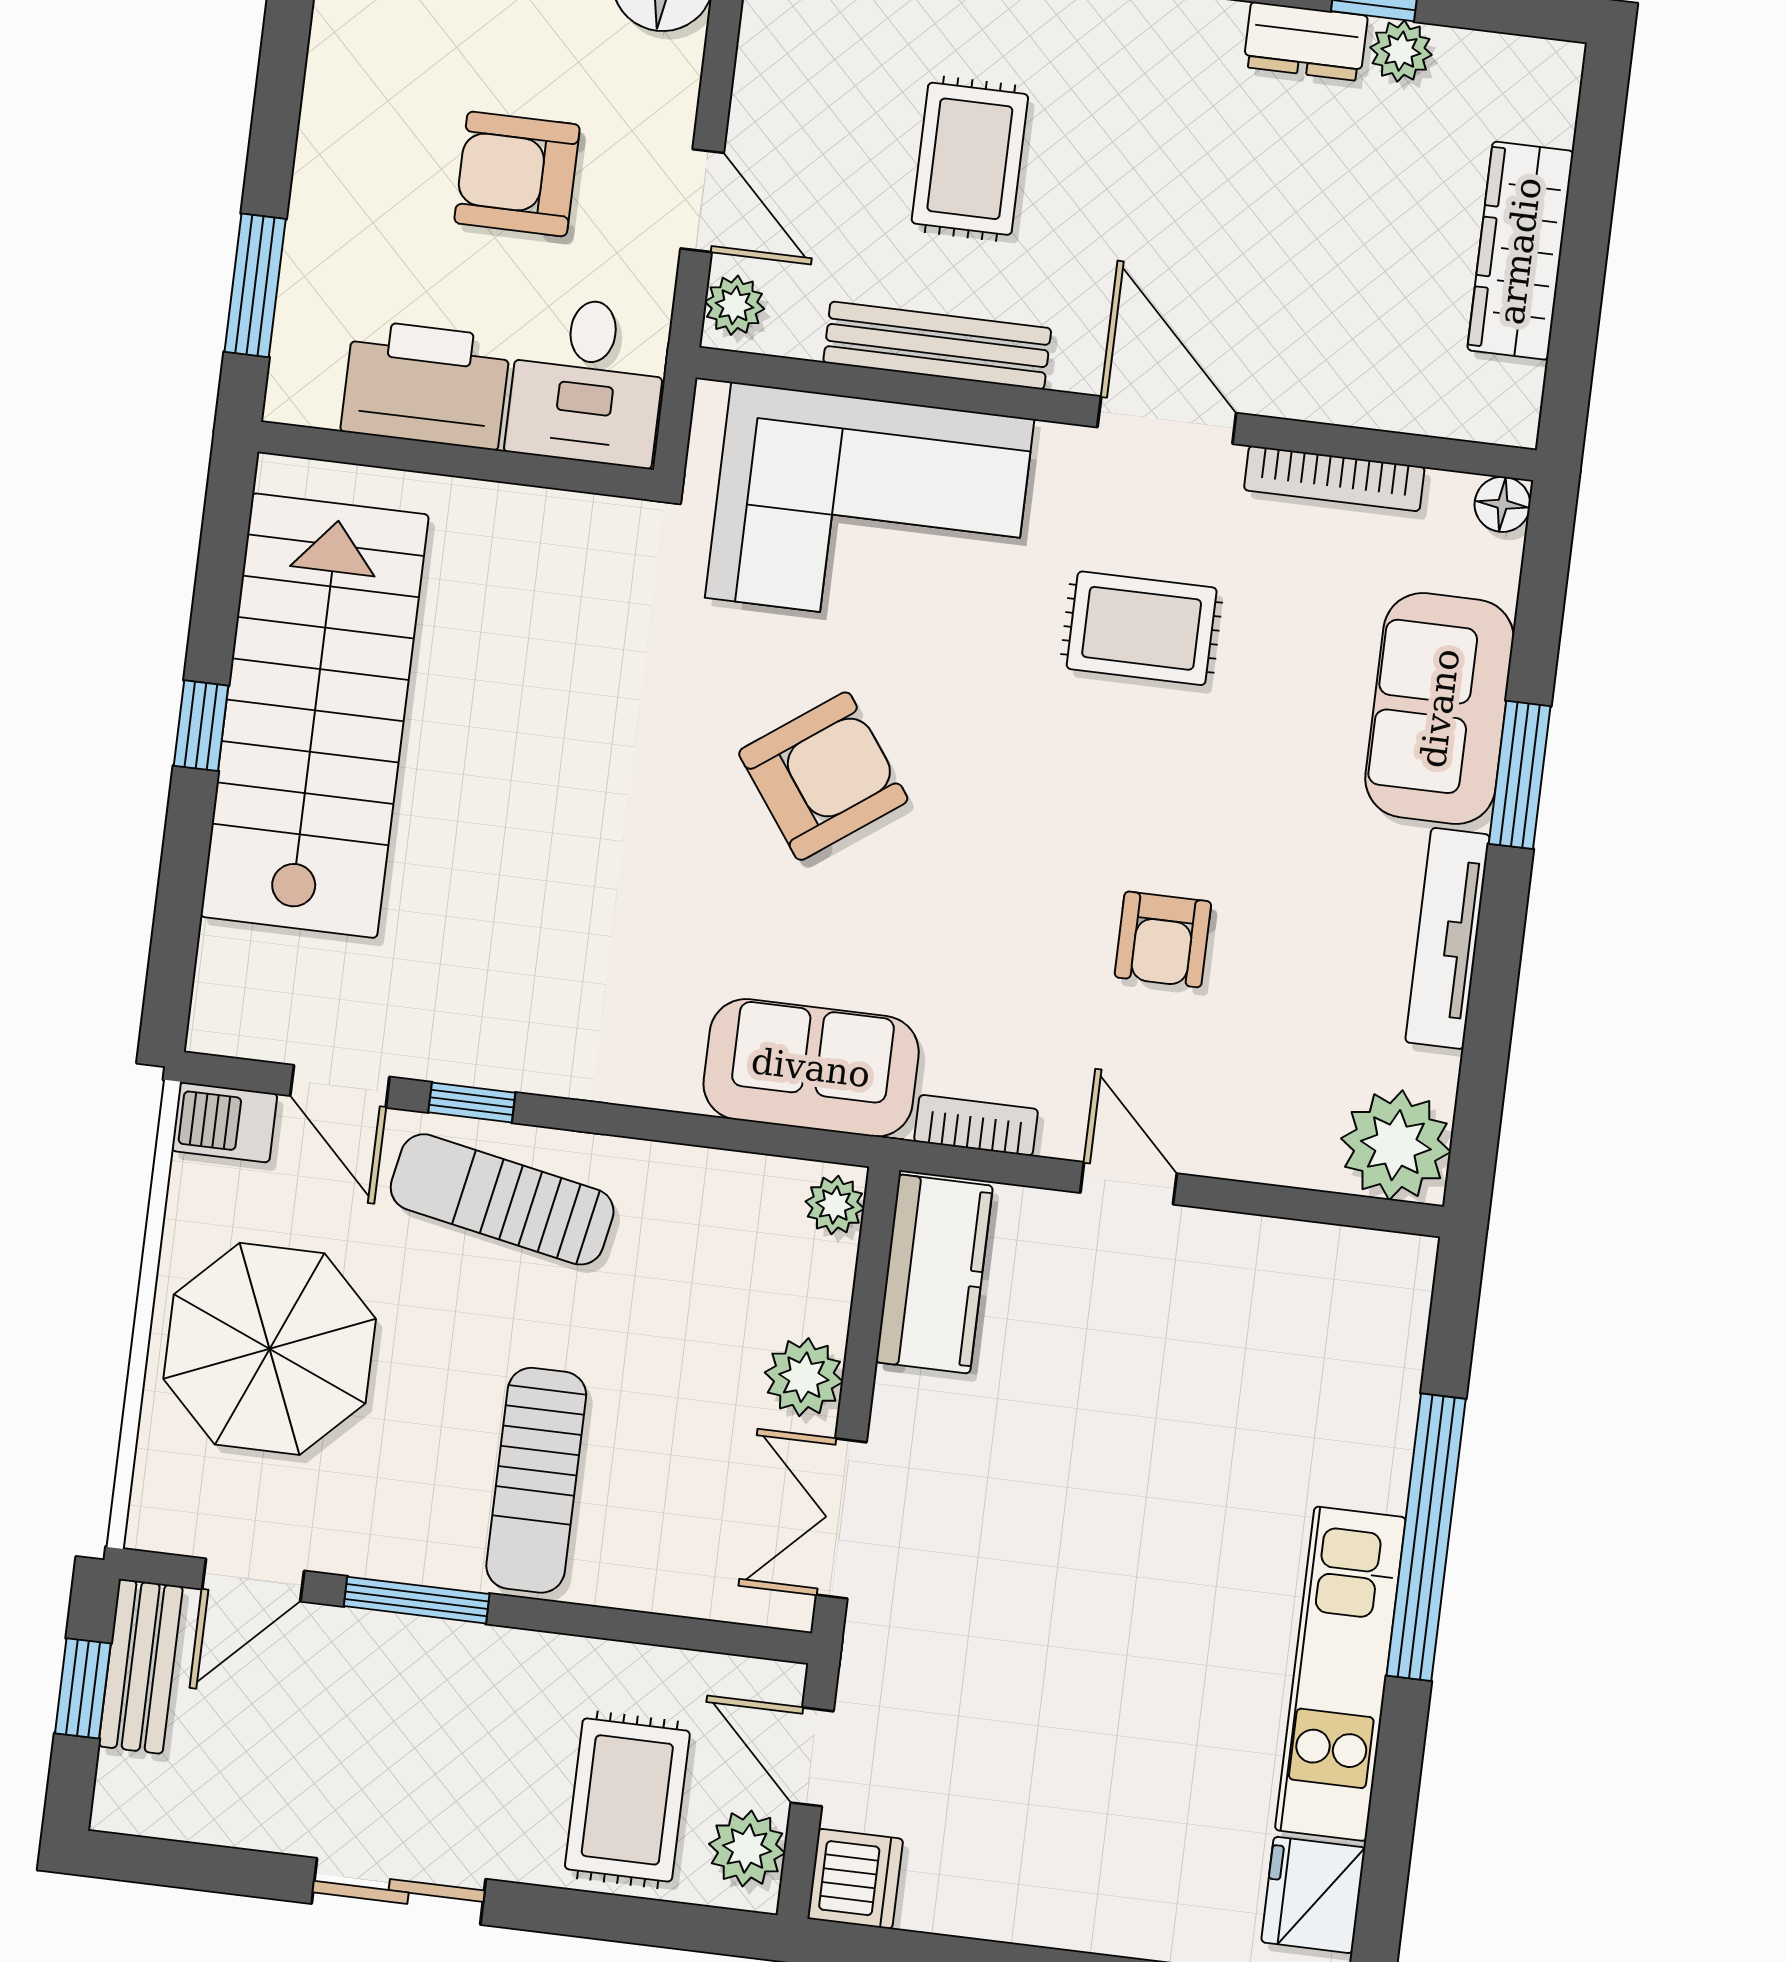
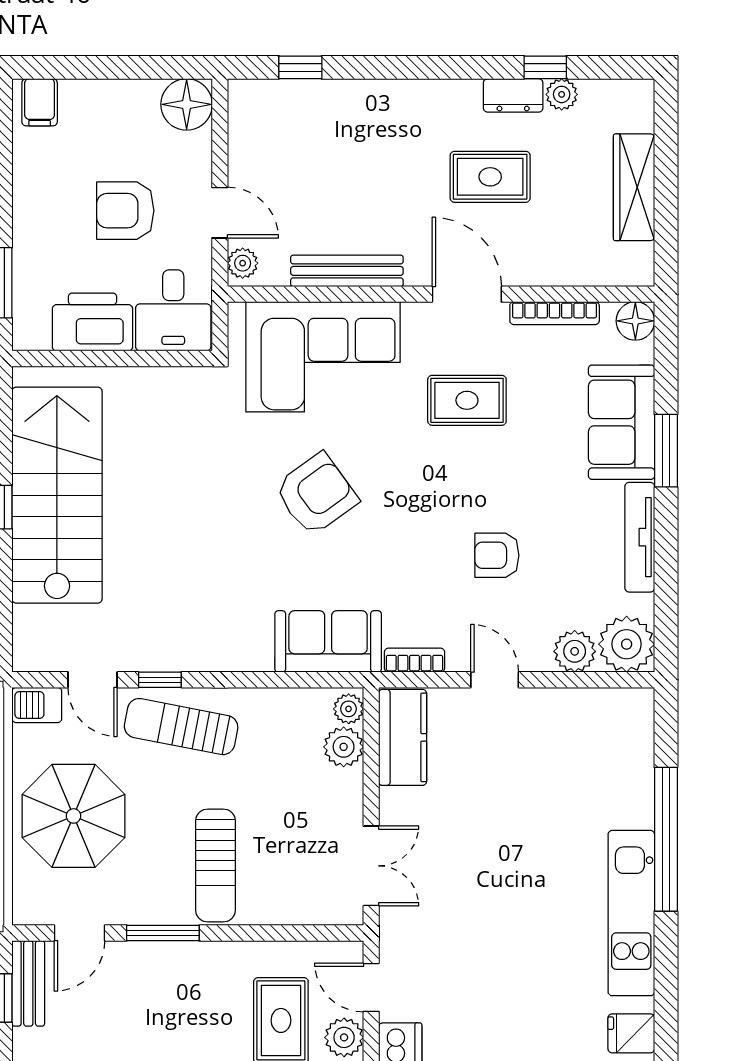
rug: (970, 159) -> (490, 177), moved, turned 90
floor lamp: (1502, 504) -> (635, 321), width x1.37, depth x1.37
armchair: (1163, 939) -> (497, 555), turned 90
plant: (1292, 1147) -> (575, 651), added
plant: (804, 1377) -> (344, 747), moved
double door: (841, 1519) -> (371, 866), swing flipped
fridge: (1313, 1895) -> (631, 1033), width x0.72

